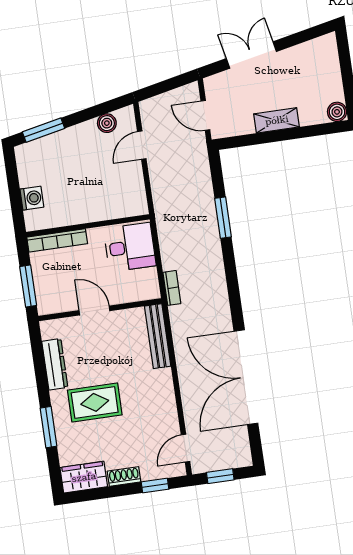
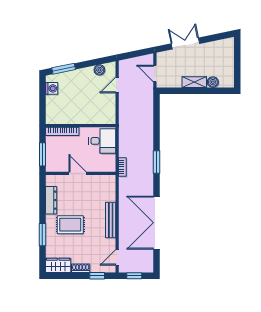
boiler: (337, 112) -> (213, 82), moved
washing machine: (32, 198) -> (52, 88), moved
window: (223, 218) -> (157, 162), moved
bench: (158, 336) -> (111, 220), moved

